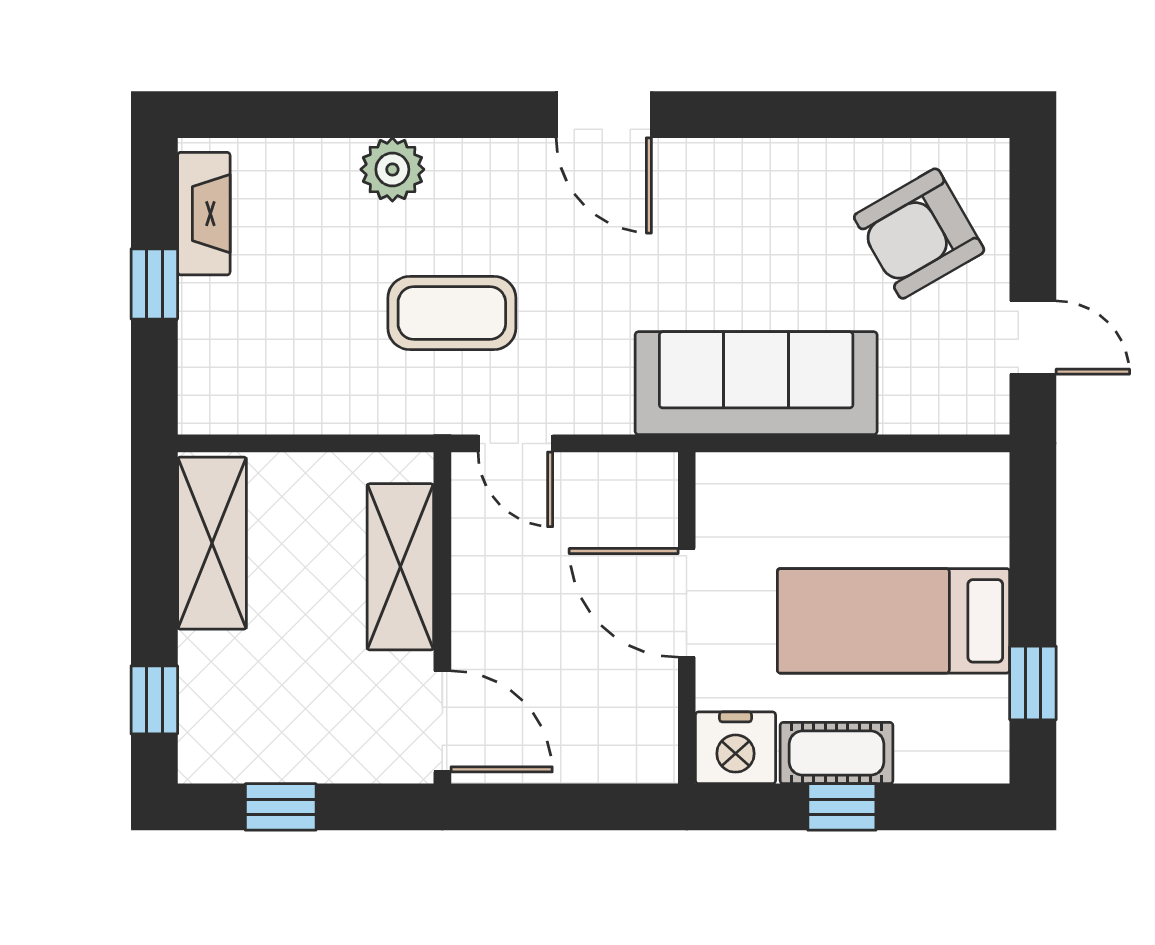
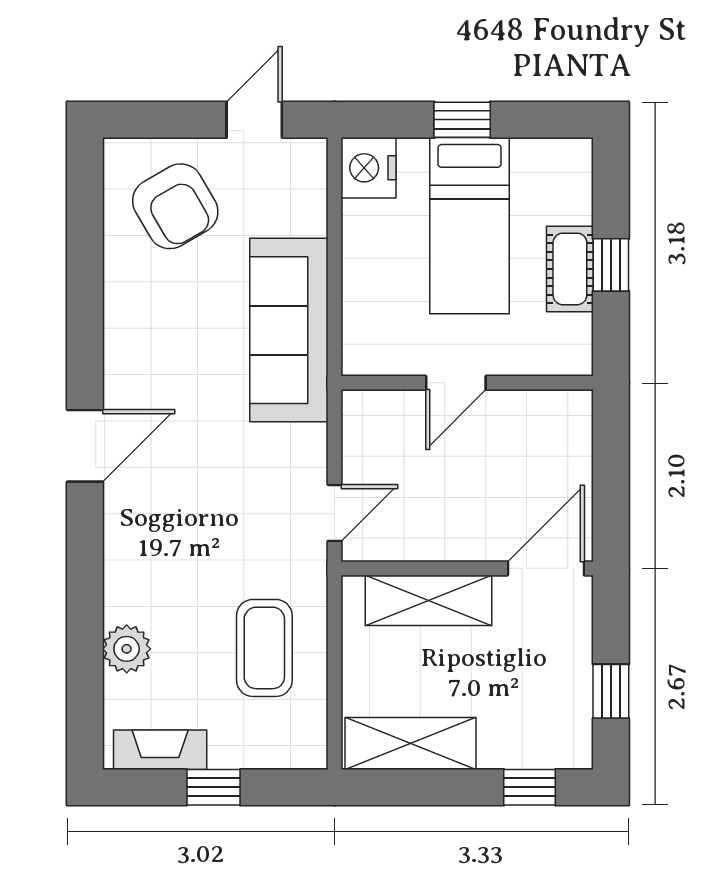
plant: (392, 169) -> (127, 649), moved
coffee table: (452, 313) -> (264, 648), moved
door: (687, 603) -> (456, 383), width x0.73
window: (1033, 683) -> (462, 120), moved
nightstand: (736, 748) -> (369, 168), moved, turned 180

